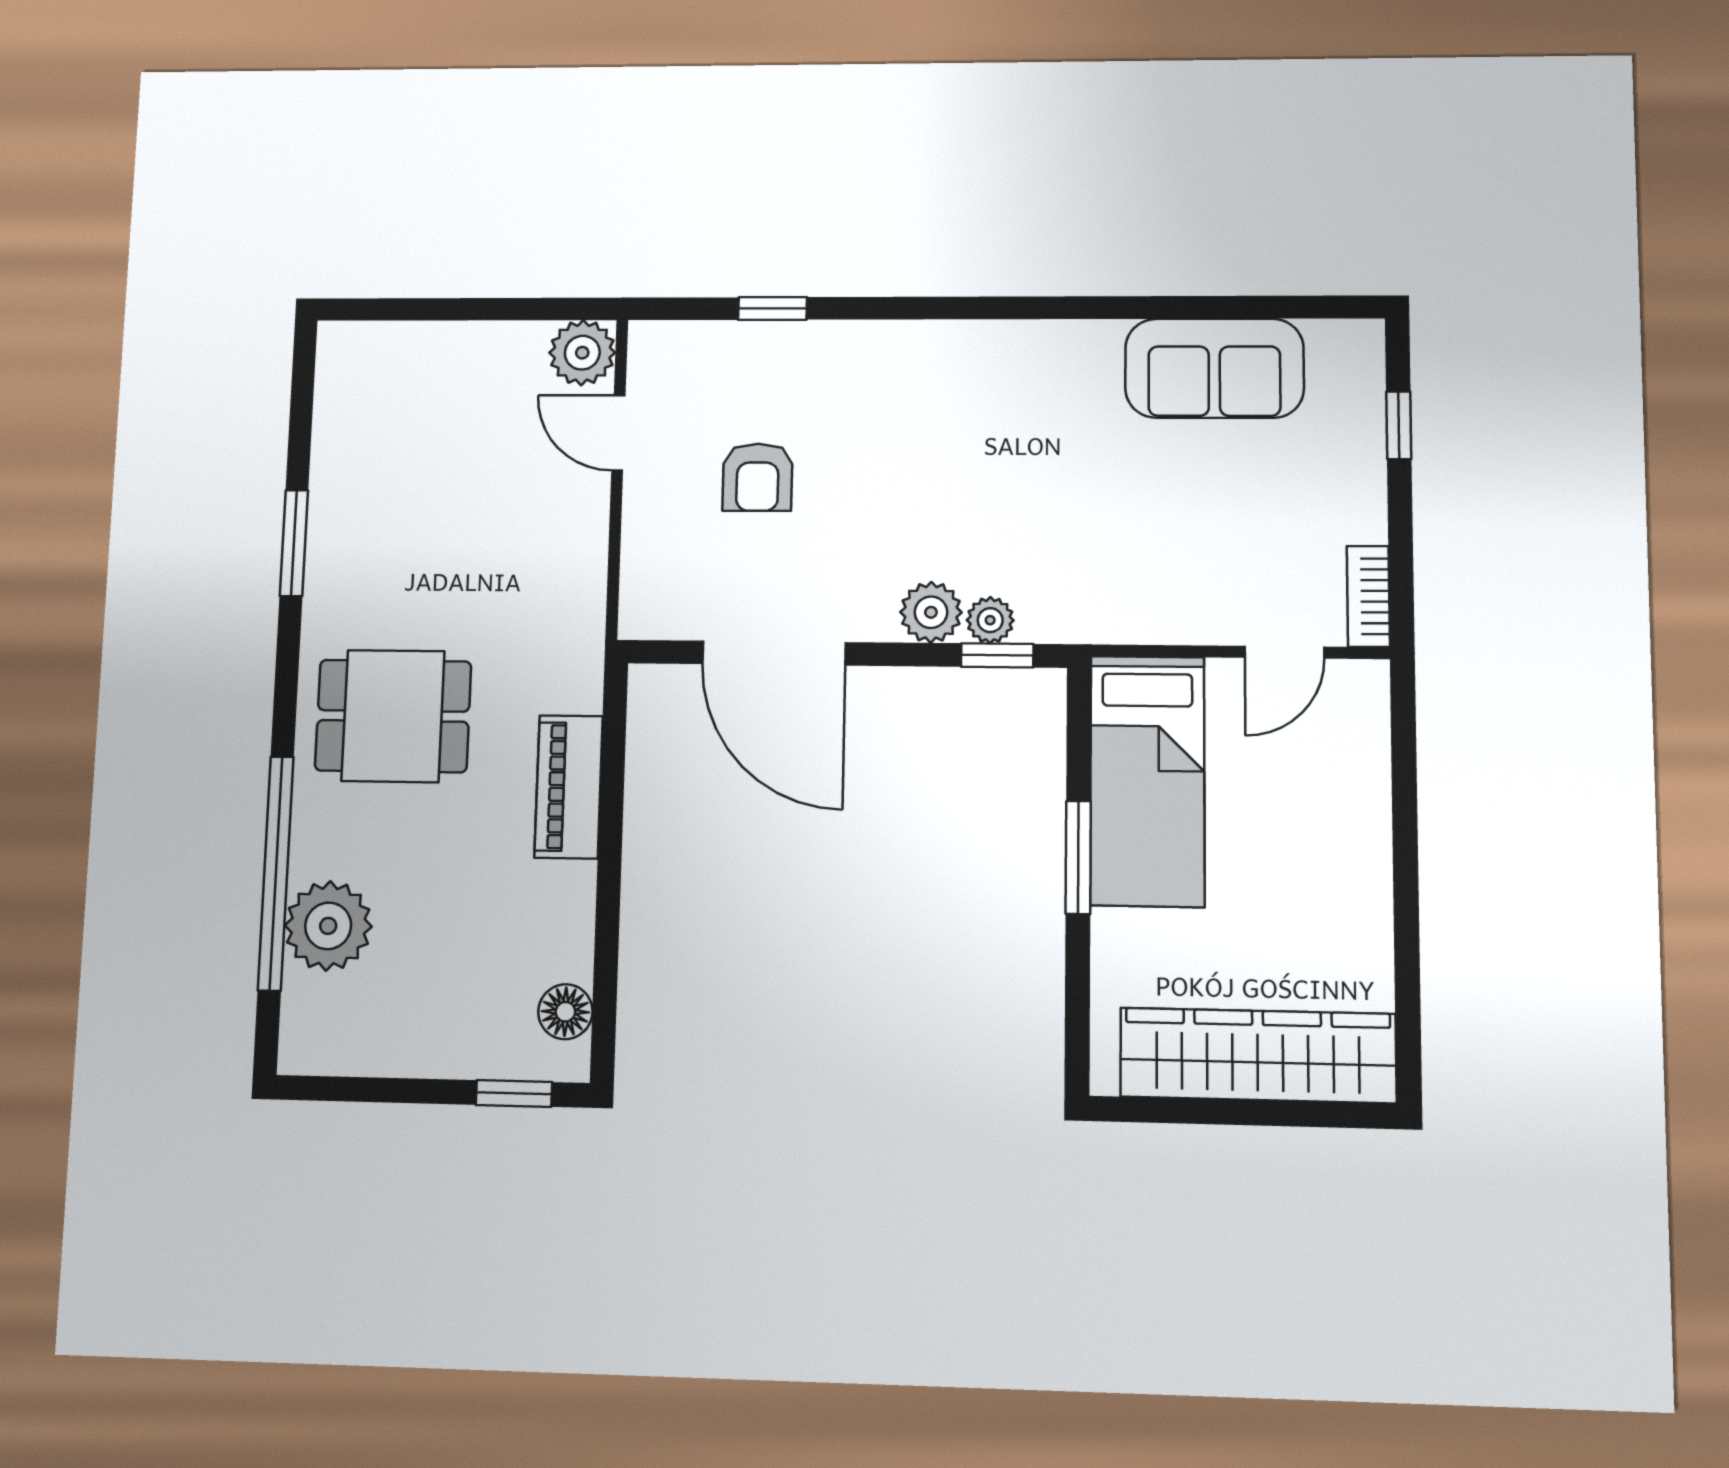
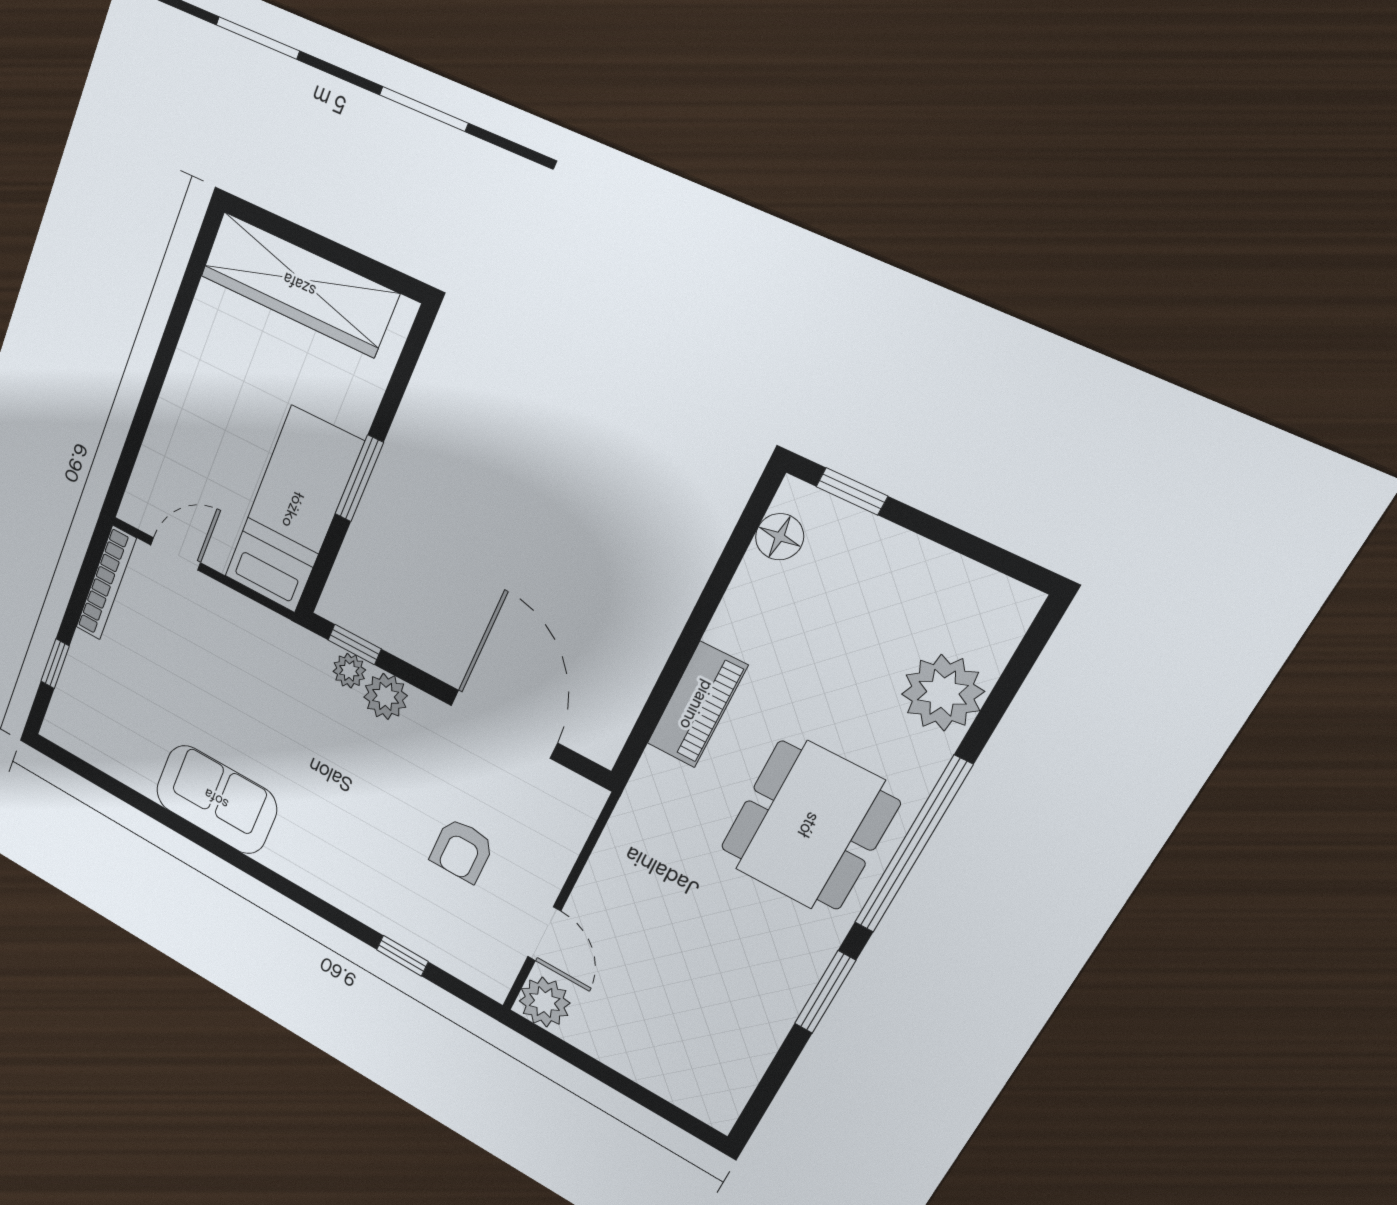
sofa: (1214, 368) -> (216, 799), moved
armchair: (757, 477) -> (462, 850), turned 180
bookcase: (1368, 596) -> (106, 583), width x1.56
dining table: (393, 716) -> (809, 825), width x1.37
window: (276, 873) -> (913, 845), moved

